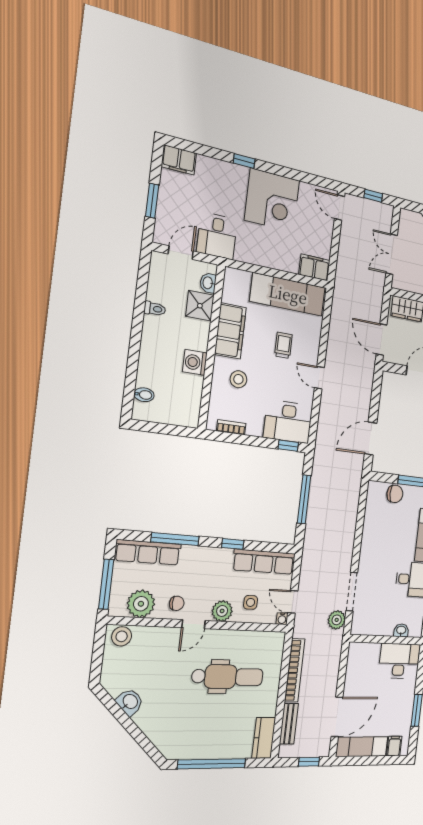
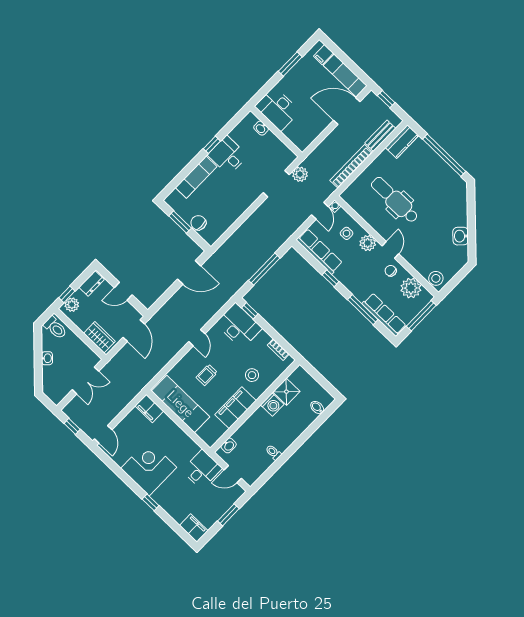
shower: (200, 306) -> (286, 392), moved
door: (193, 624) -> (390, 250), hinge flipped

